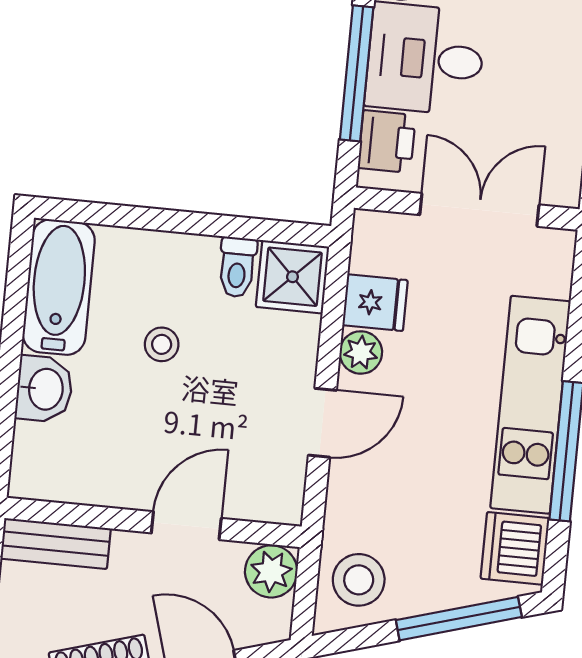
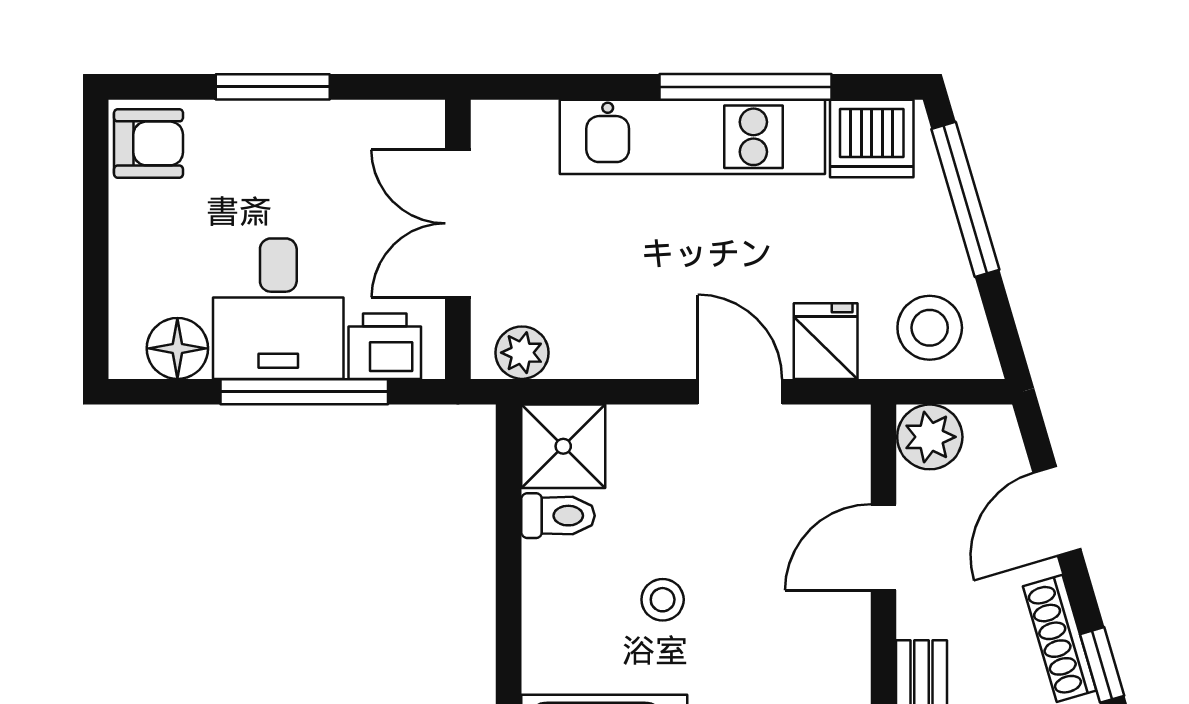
fridge: (375, 303) -> (826, 341), moved
plant: (361, 352) -> (522, 353), moved
door: (186, 526) -> (883, 547), hinge flipped

